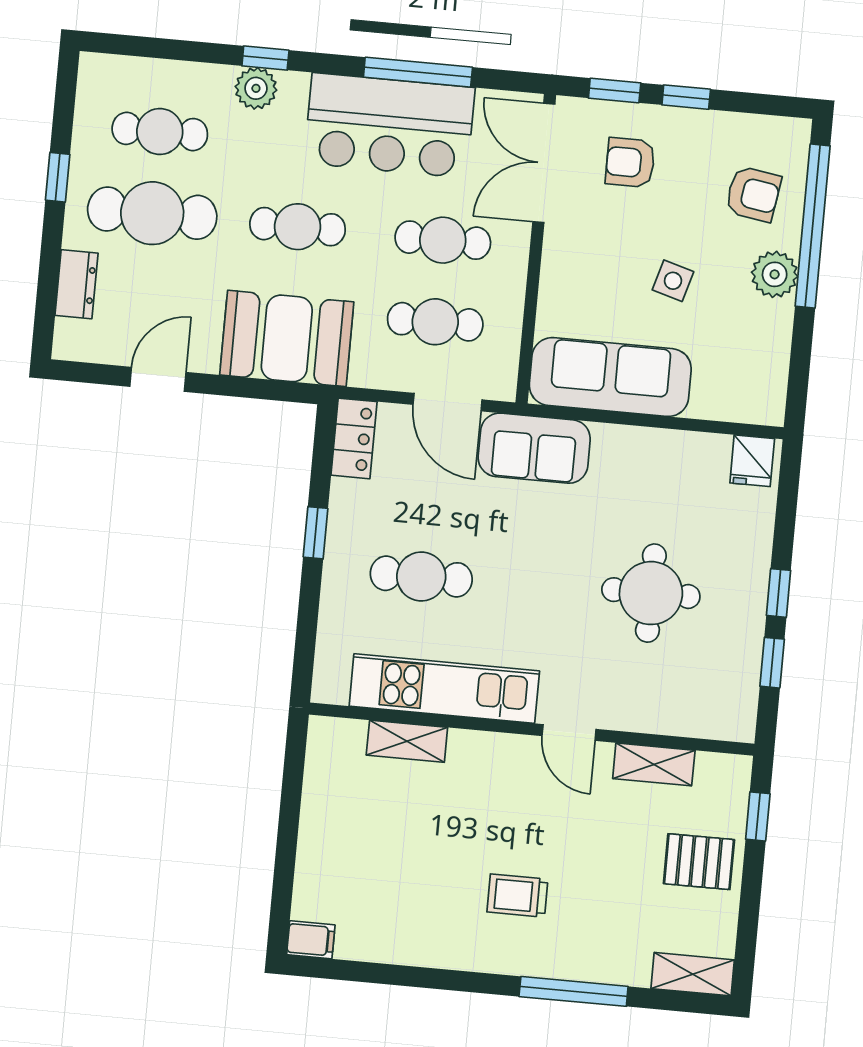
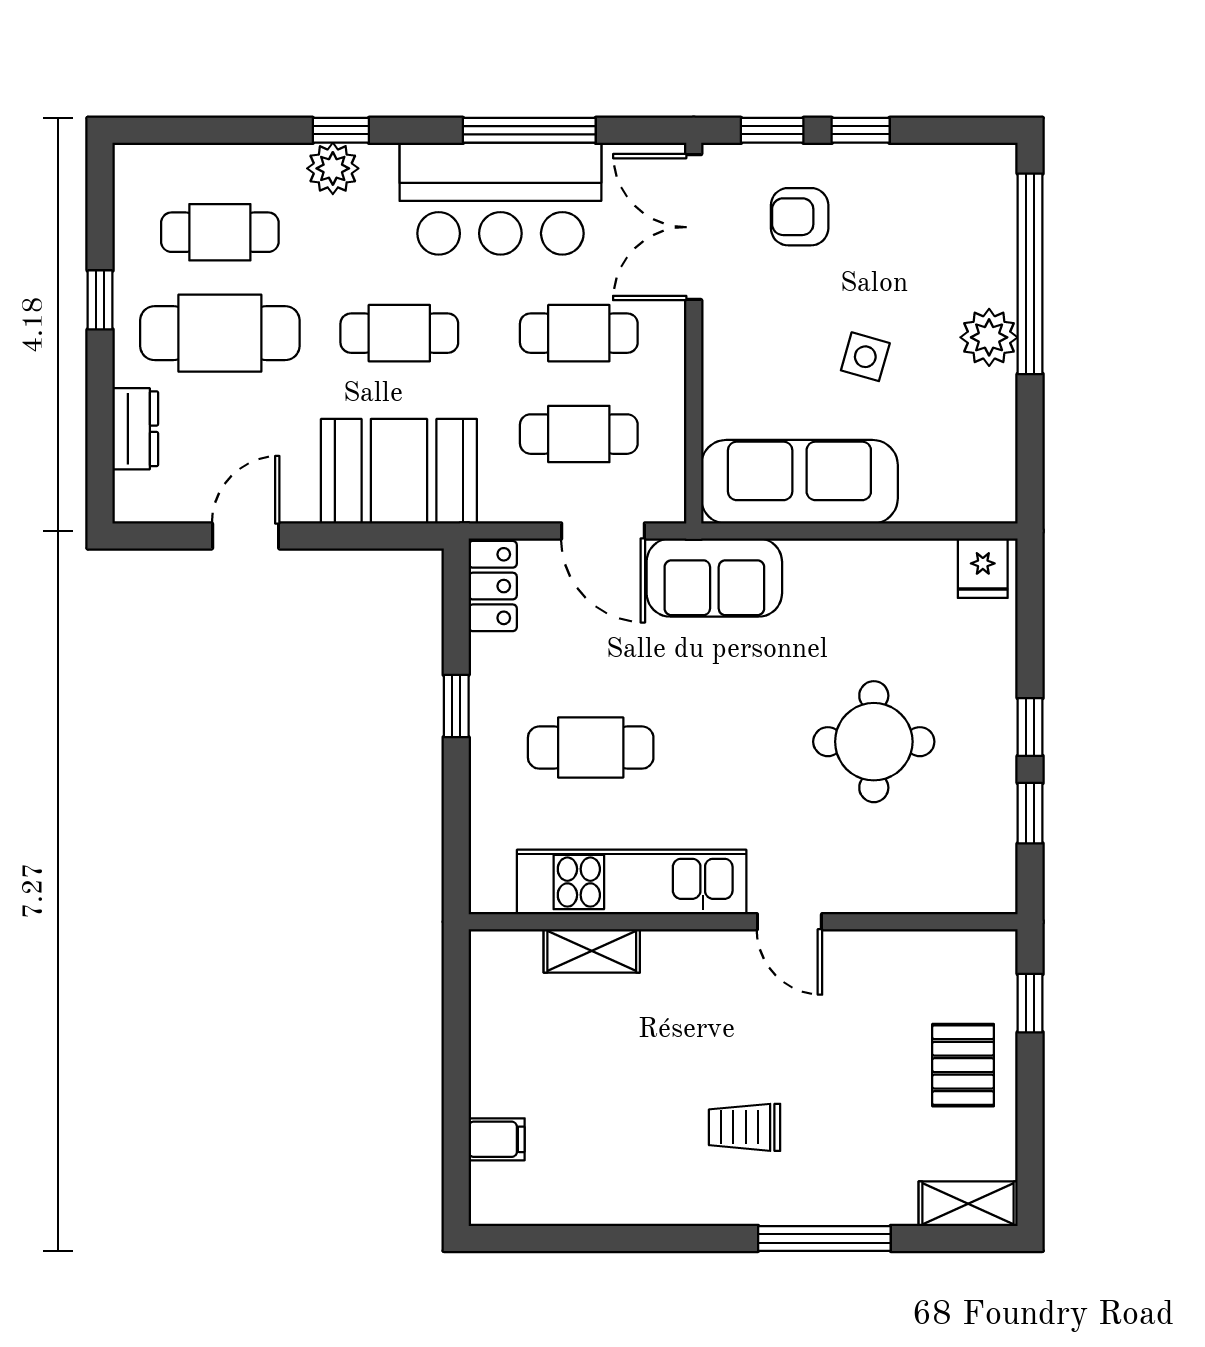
armchair: (753, 194) -> (954, 241), removed
shelving: (654, 764) -> (897, 951), removed
pallet: (699, 862) -> (963, 1065), turned 90
filing cabinet: (311, 940) -> (497, 1139), moved

